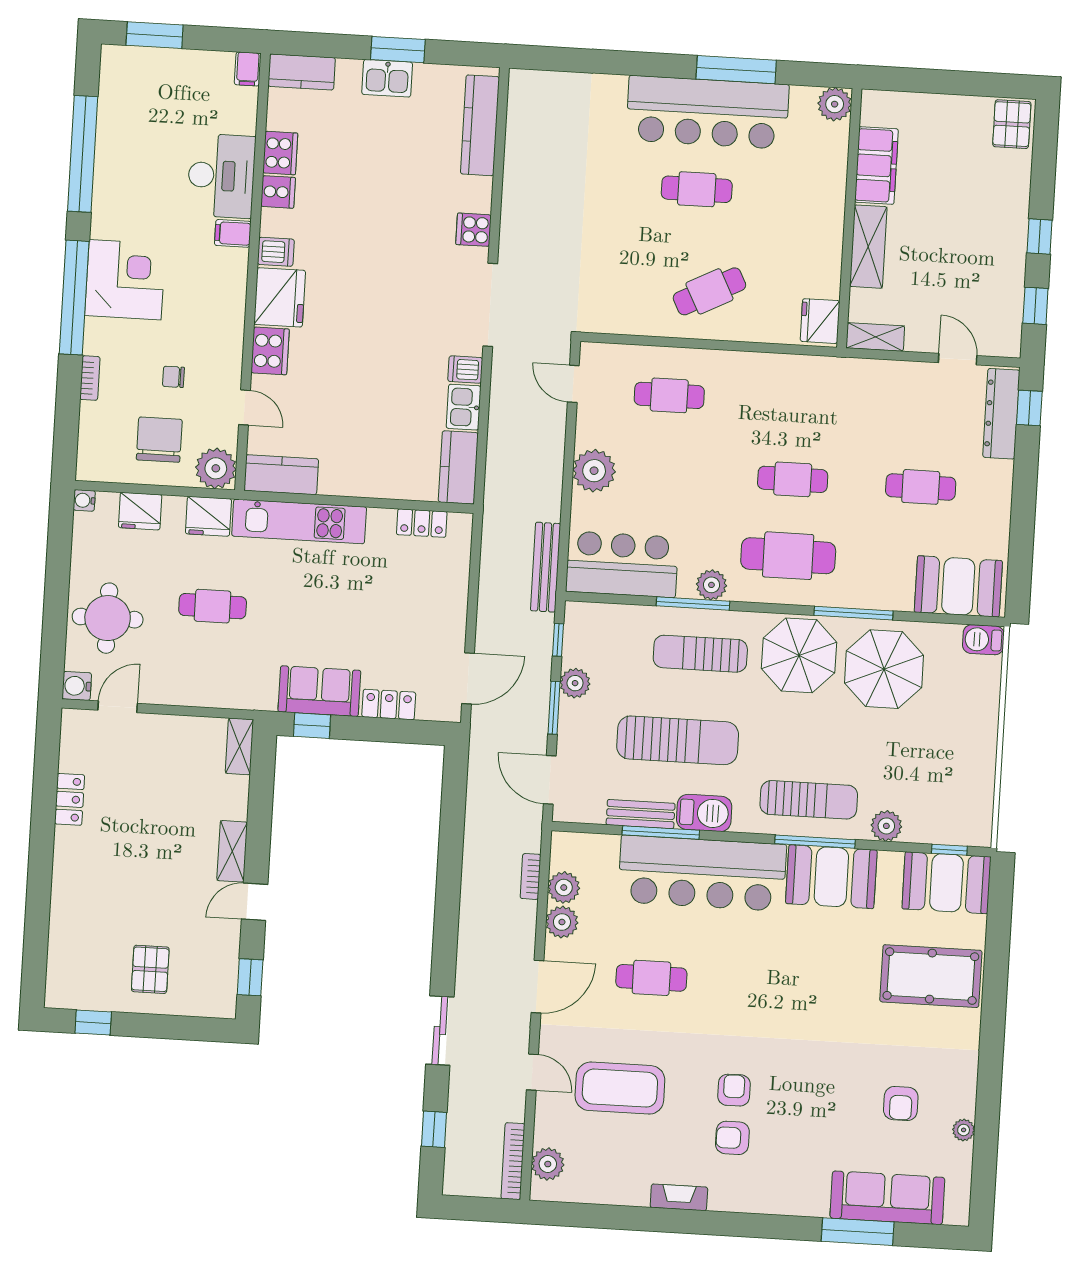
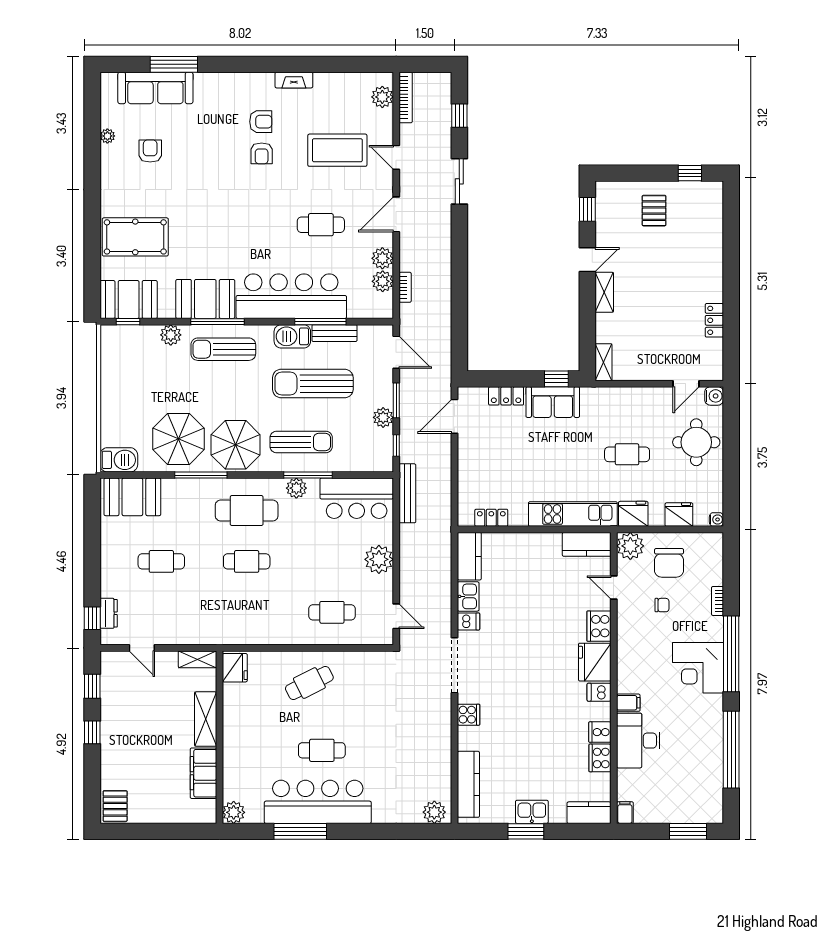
plant: (534, 86) -> (434, 812), added
dresser: (1001, 414) -> (109, 613), width x0.51, depth x0.80
barbecue: (983, 640) -> (119, 460), width x1.38, depth x1.27

